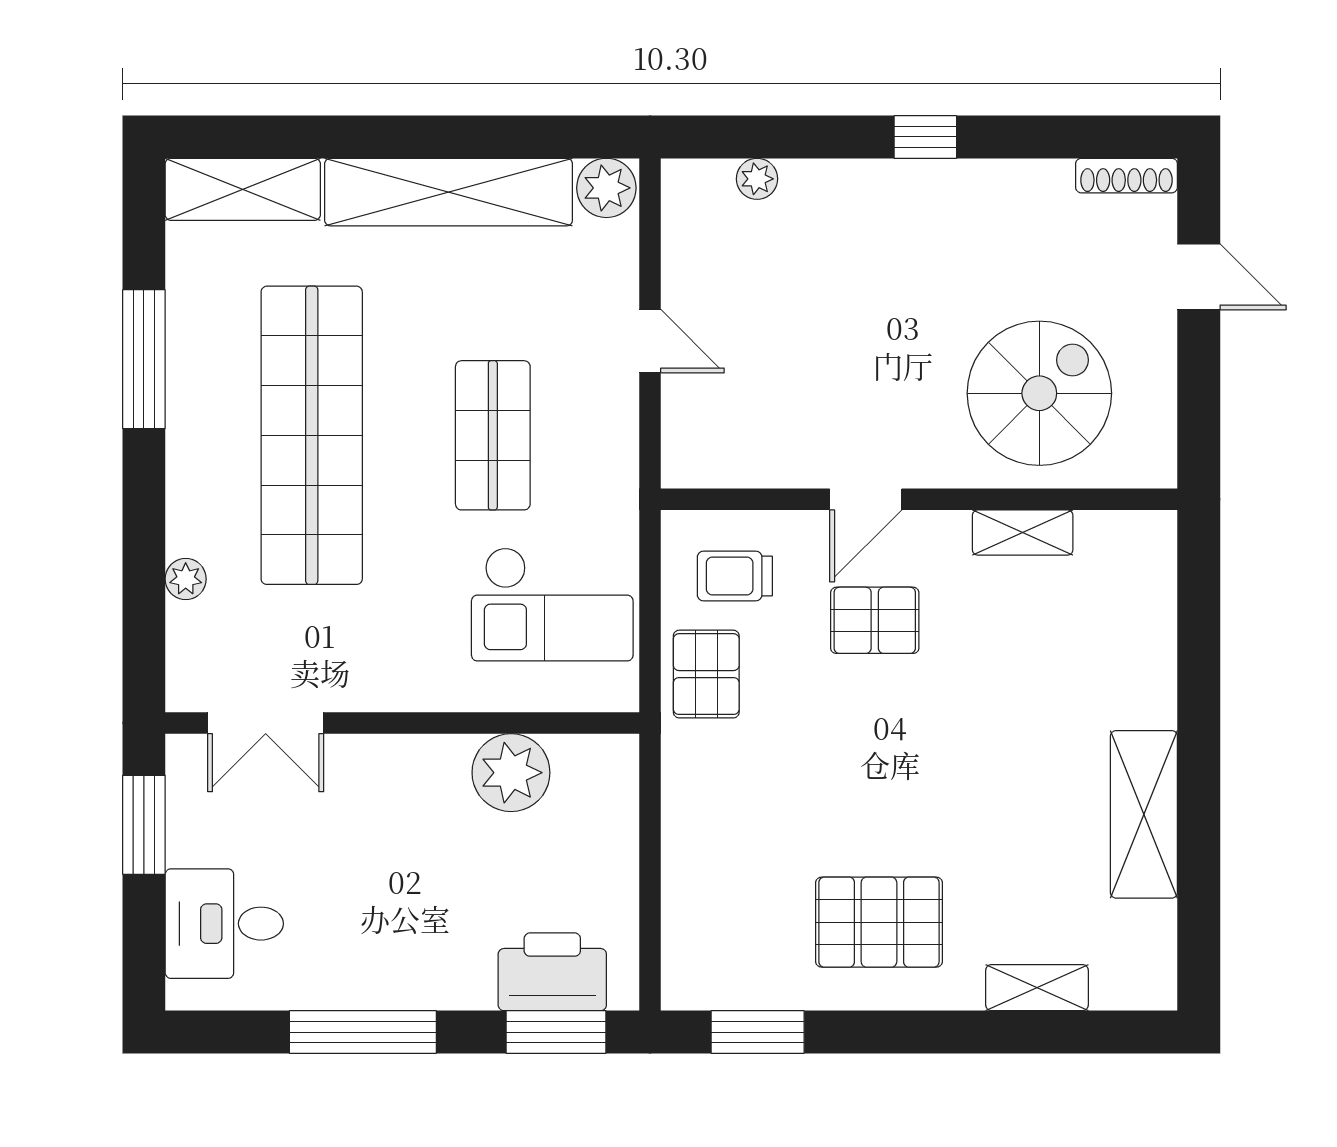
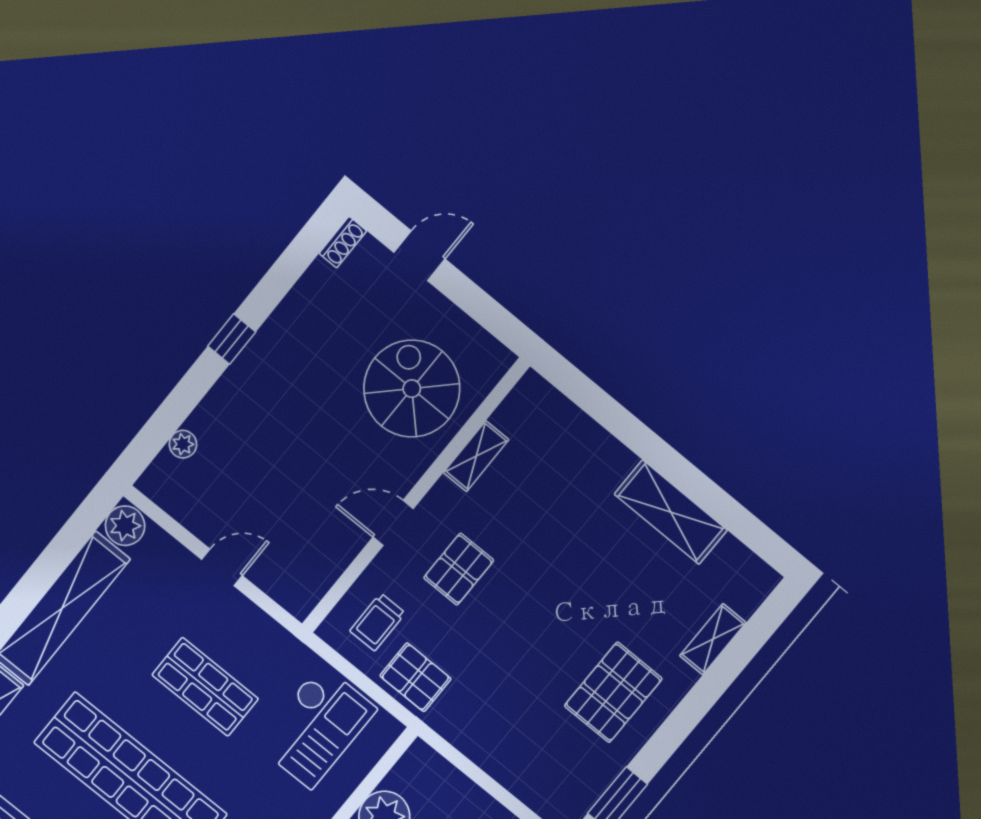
shoe rack: (1127, 176) -> (343, 242), width x0.70
door: (866, 499) -> (393, 523), swing flipped

